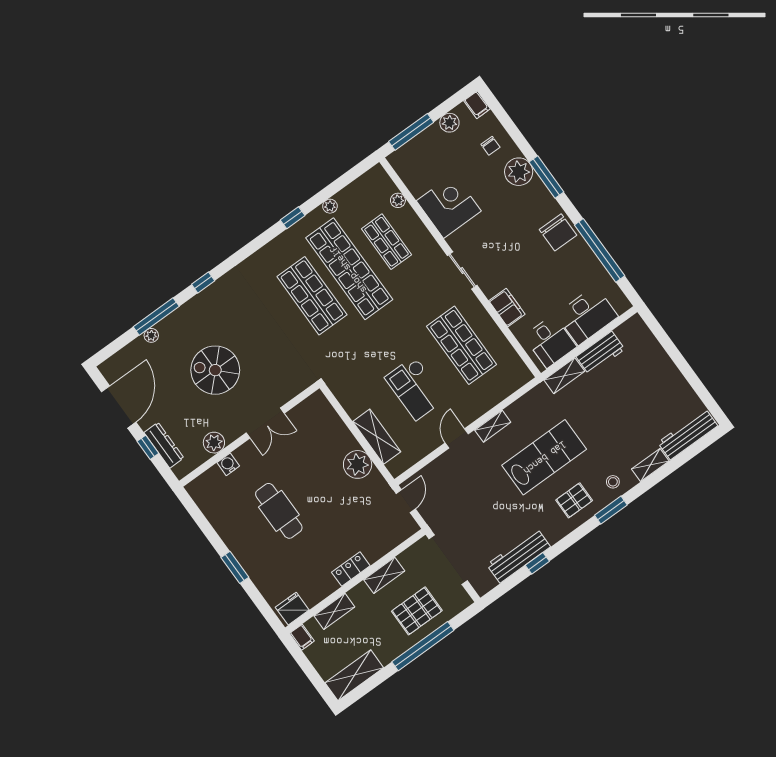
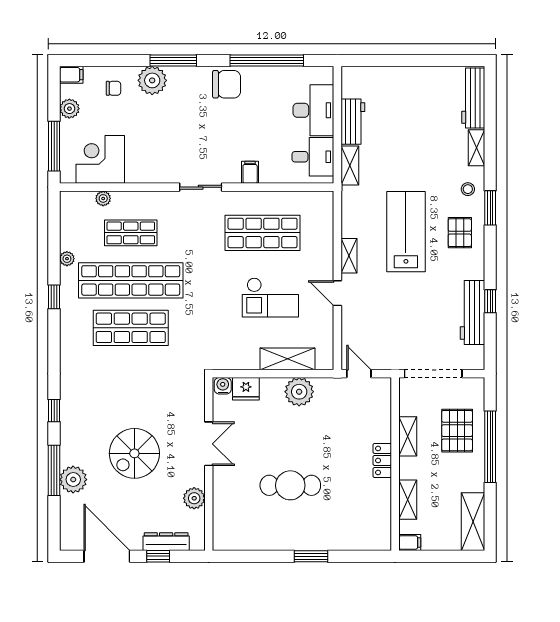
corner desk: (449, 206) -> (100, 159), moved
filing cabinet: (507, 308) -> (250, 172), width x0.50
plant: (151, 335) -> (73, 480), width x1.88, depth x1.88
water cooler: (228, 464) -> (223, 386), moved, turned 90
fridge: (292, 609) -> (246, 389), moved, turned -90

